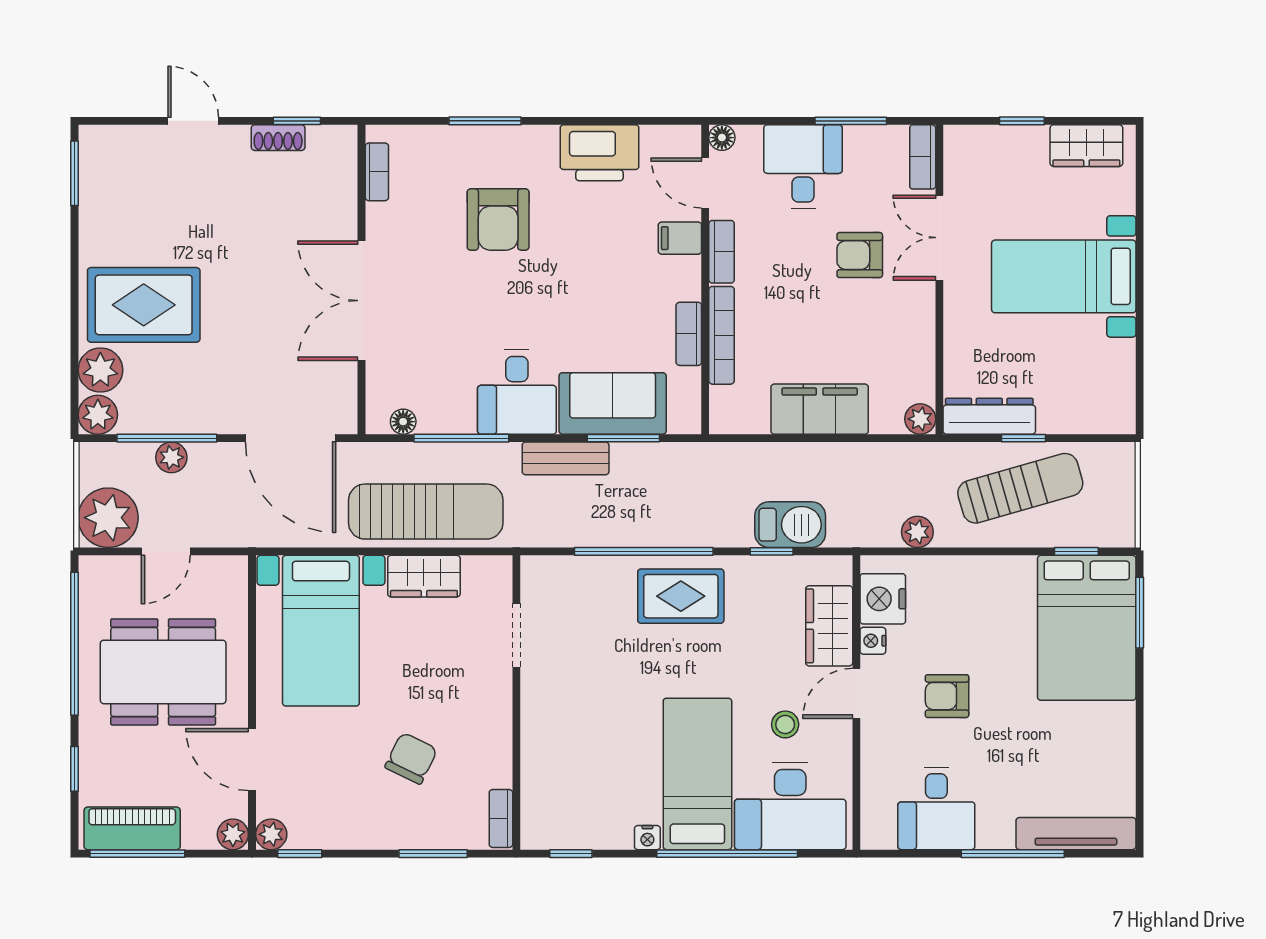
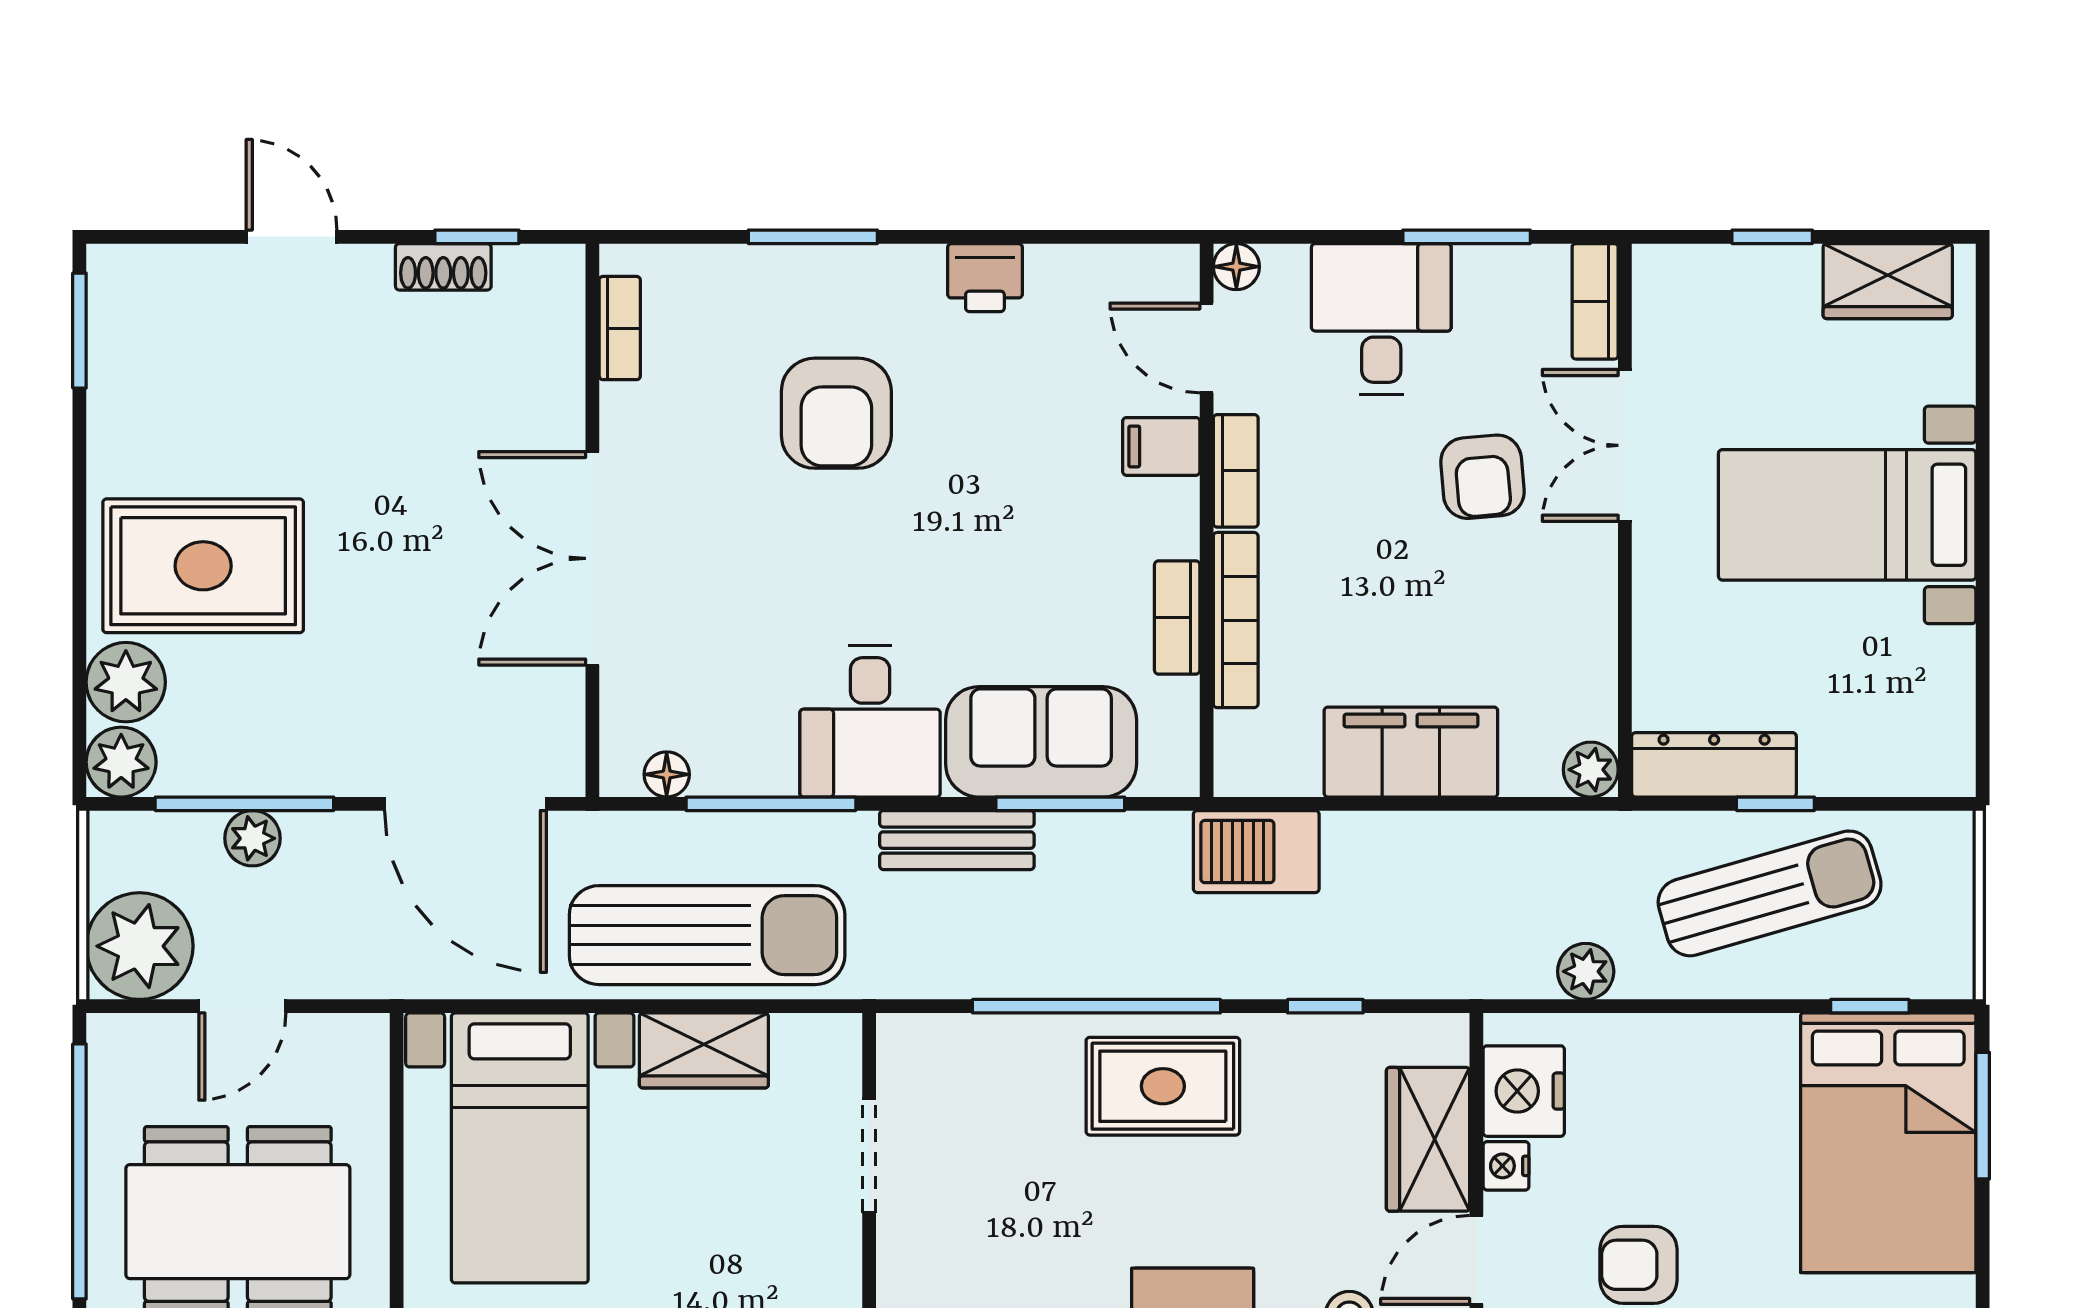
printer: (600, 153) -> (985, 278), width x0.53, depth x0.68
armchair: (860, 255) -> (1482, 477), turned -95
barbecue: (790, 525) -> (1256, 852), moved, turned 180

